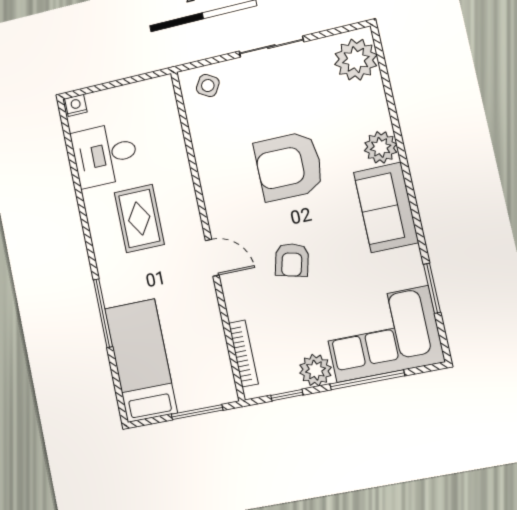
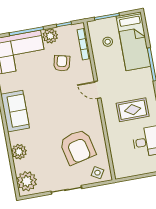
plant: (381, 147) -> (19, 152), moved
armchair: (289, 166) -> (78, 147), moved, turned 77
rug: (139, 219) -> (133, 110), turned 90
armchair: (292, 260) -> (62, 63), moved
stool: (194, 359) -> (108, 42), added

